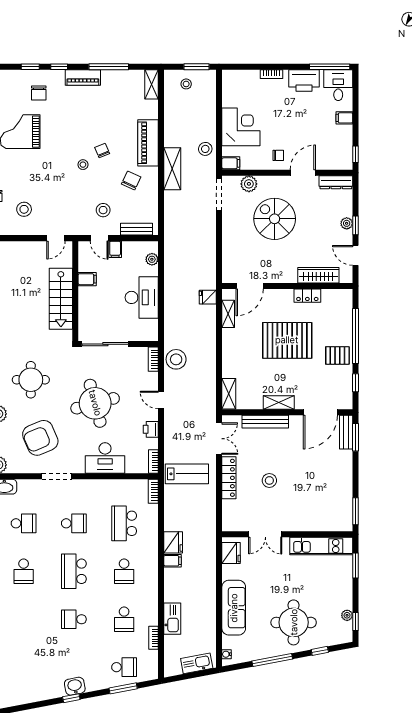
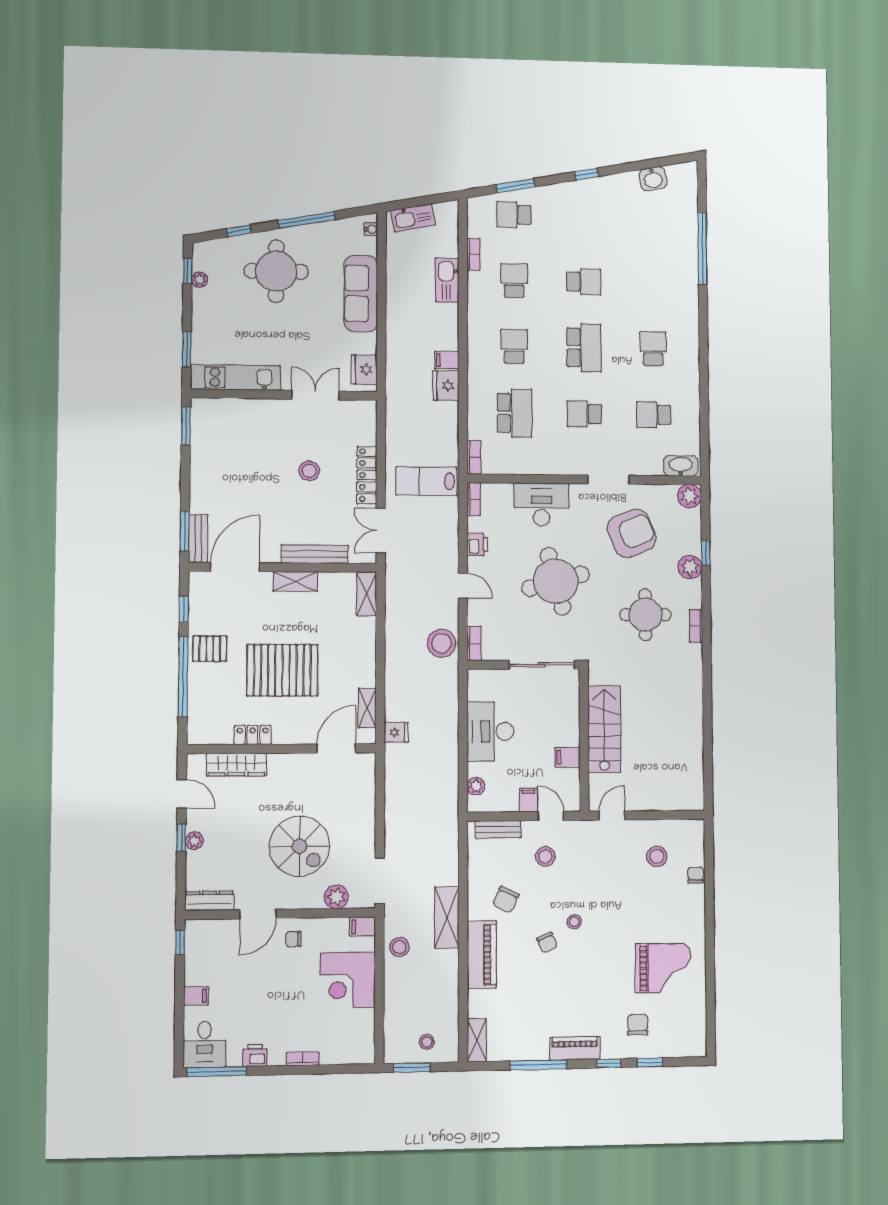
printer: (304, 81) -> (255, 1056), width x0.53, depth x0.68
washbasin: (75, 686) -> (653, 179), moved

